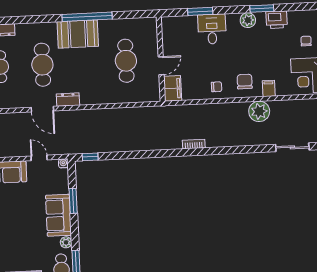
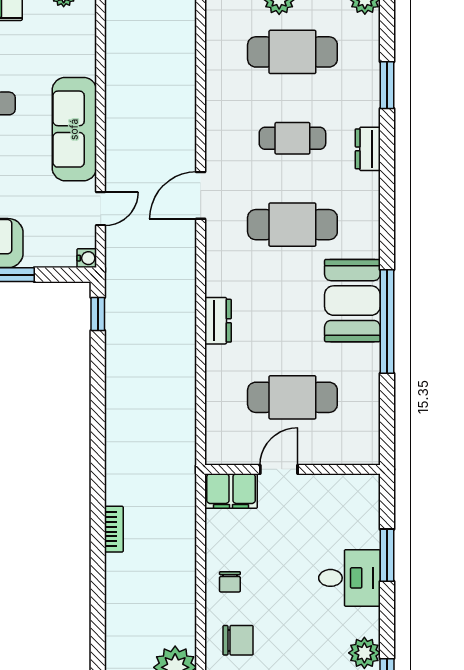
door: (161, 66) -> (279, 469), swing flipped
dresser: (68, 100) -> (218, 321), moved
door: (42, 109) -> (201, 195), moved

